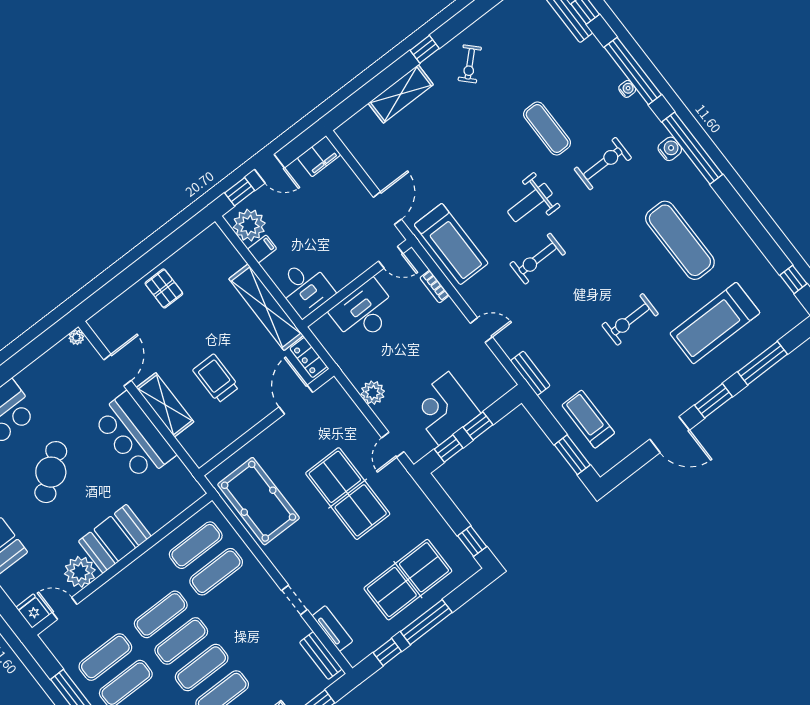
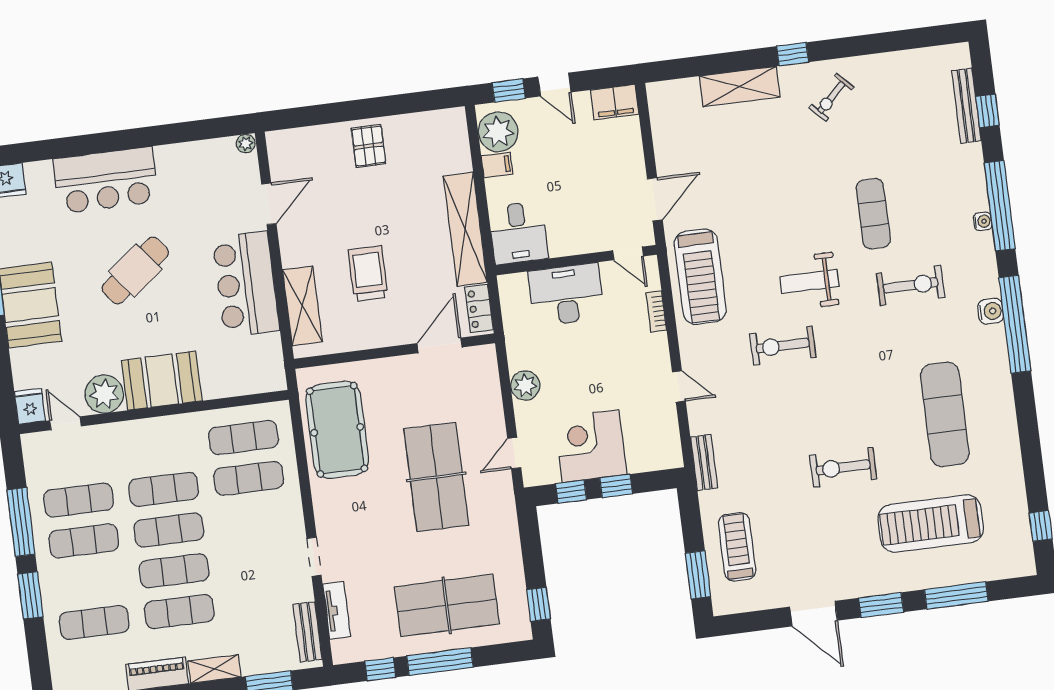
shelving: (165, 405) -> (302, 306), moved

